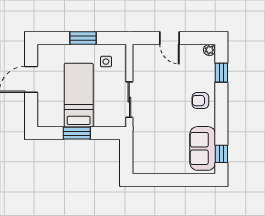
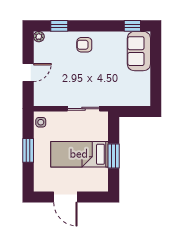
side table: (106, 62) -> (41, 122), moved
armchair: (200, 101) -> (84, 45), turned 90
sofa: (203, 148) -> (139, 51), moved, turned 90

